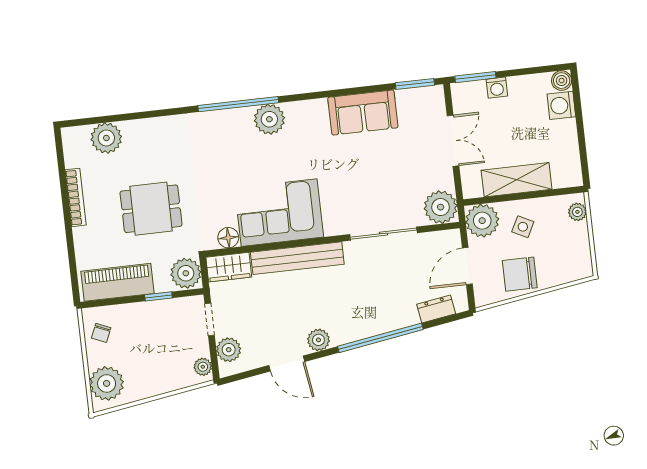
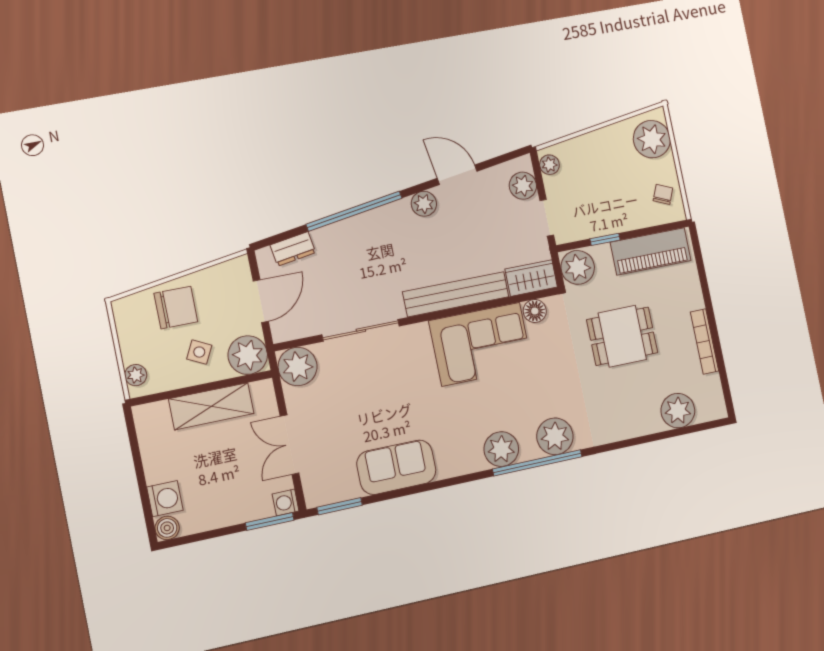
washing machine: (497, 88) -> (286, 503), moved, turned -90
plant: (220, 126) -> (555, 436), added
chair: (520, 274) -> (176, 307), moved

